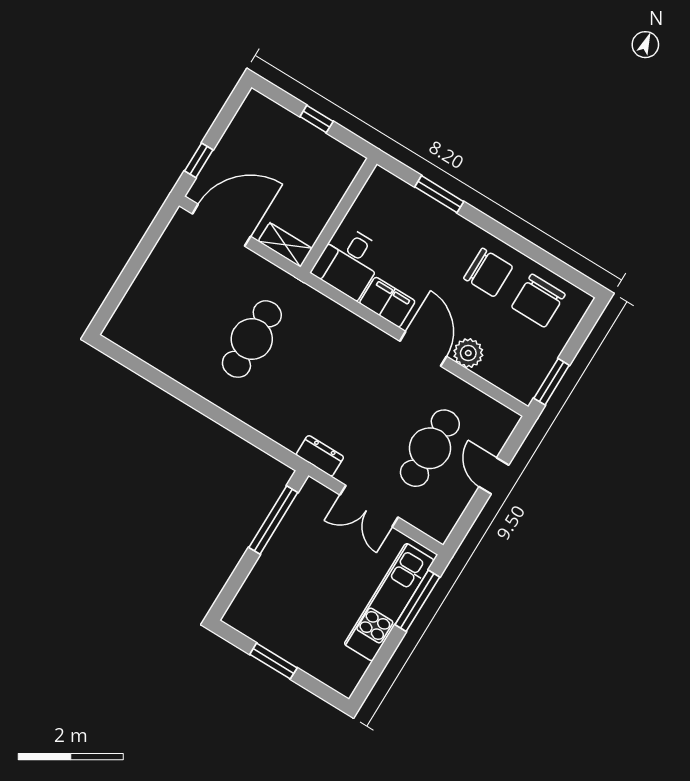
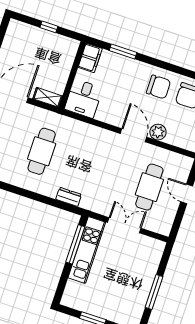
filing cabinet: (387, 302) -> (90, 58), moved, turned 90
dresser: (320, 456) -> (69, 197), moved
double door: (369, 506) -> (124, 225), swing flipped
window: (417, 601) -> (154, 292), moved
kitchen unit: (389, 602) -> (87, 250), moved, turned 180

